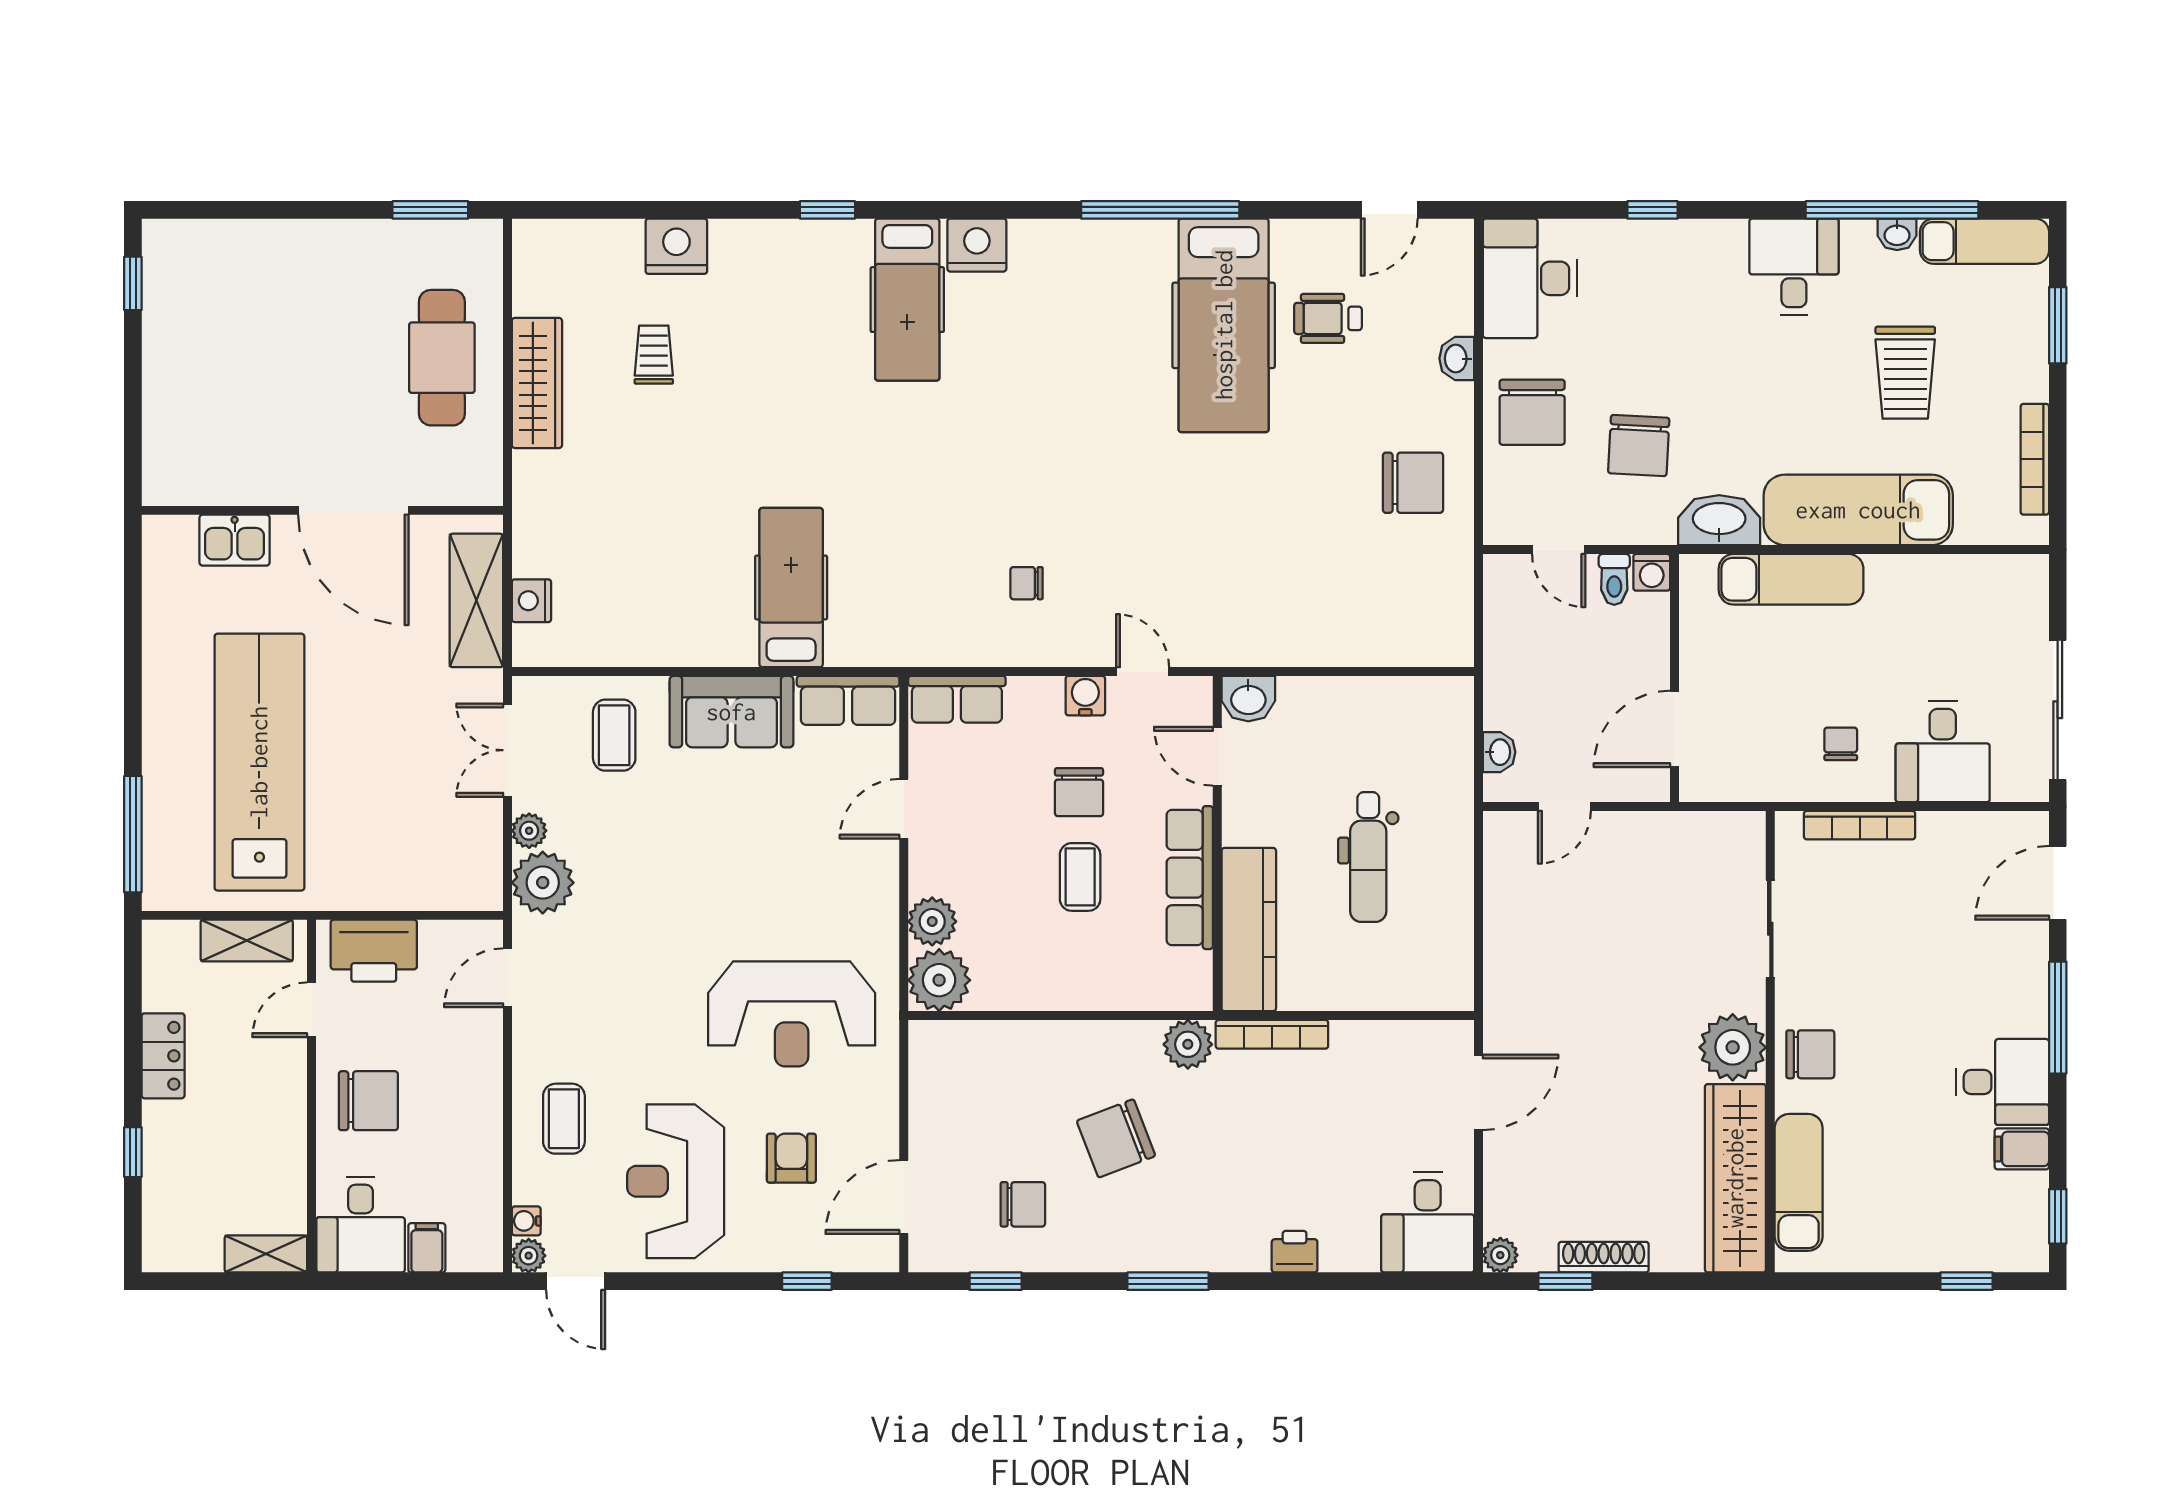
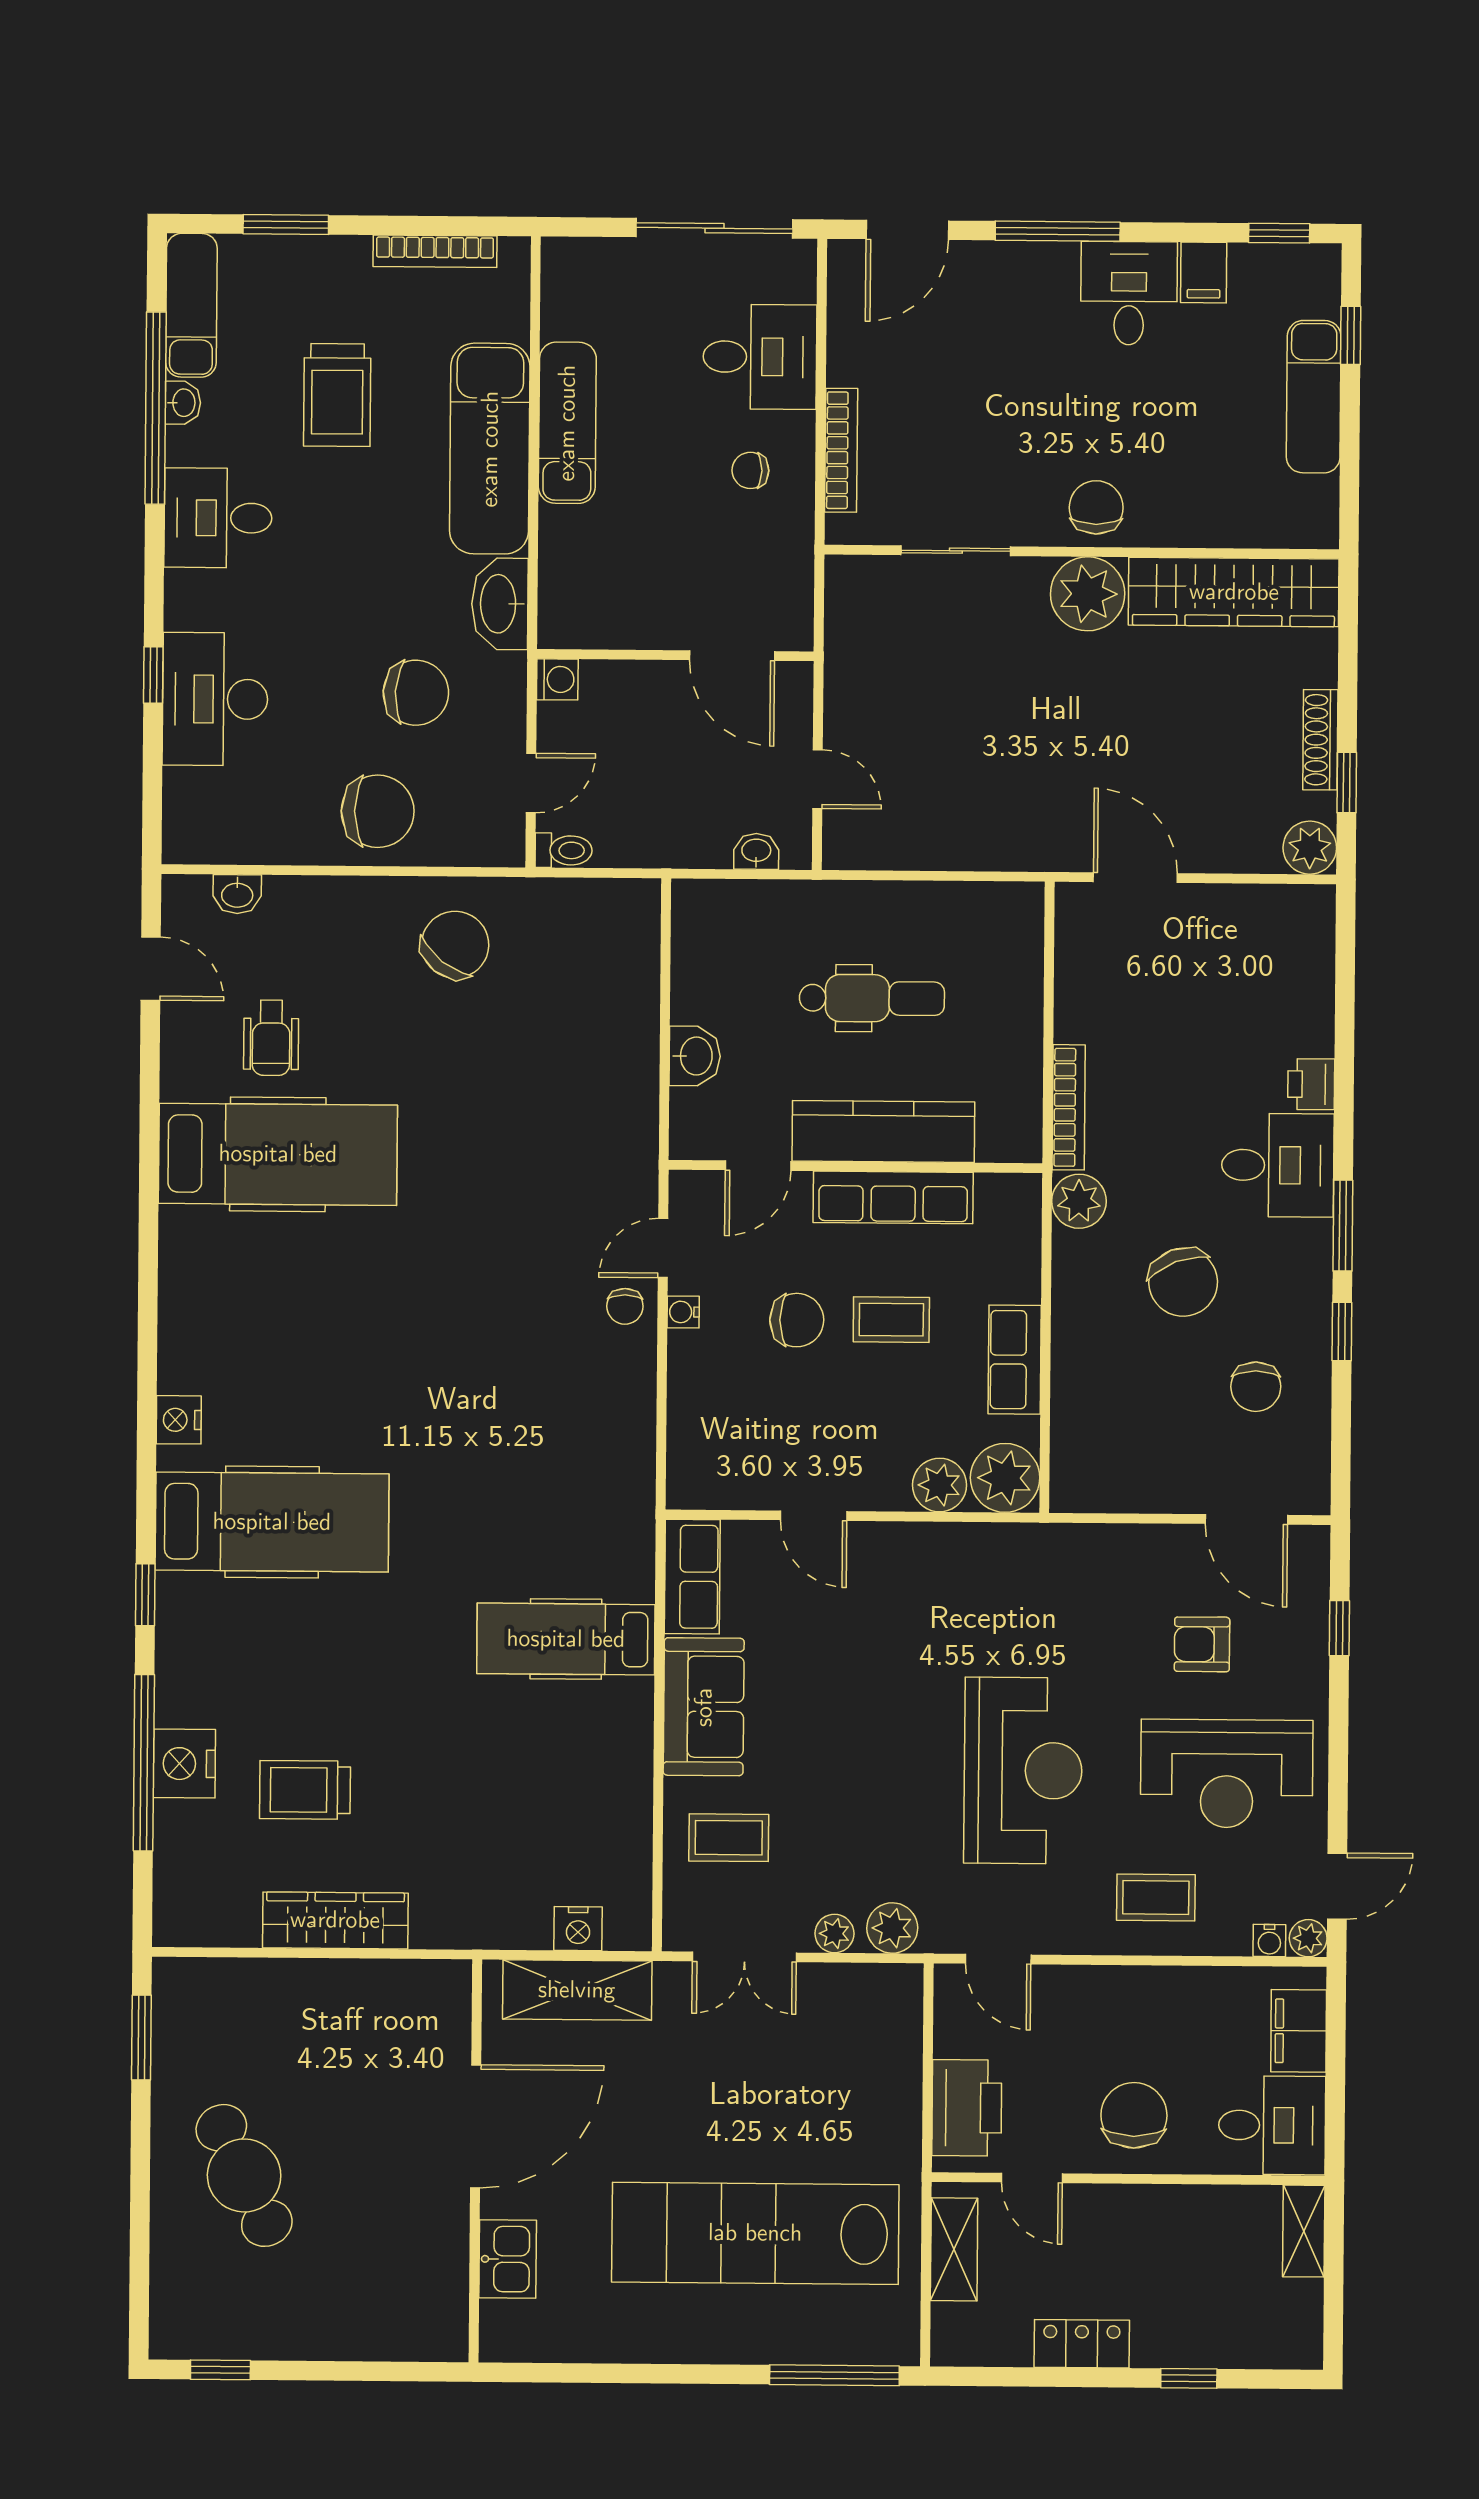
window: (1160, 210) -> (144, 1763), moved
nightstand: (977, 245) -> (179, 1420), width x0.74, depth x0.75
desk: (1530, 278) -> (215, 699), moved, turned 90
hospital bed: (907, 300) -> (272, 1522), width x1.37, depth x1.29
trolley: (654, 355) -> (305, 1790), width x1.36, depth x1.39
cafe table: (442, 358) -> (244, 2175), moved, turned 64
washbasin: (1457, 359) -> (237, 894), moved
trolley: (1905, 373) -> (337, 395), turned 90
chair: (1413, 483) -> (455, 945), turned 38
toilet: (1614, 579) -> (564, 850), moved
exam couch: (1791, 579) -> (567, 423), moved
chair: (1027, 583) -> (625, 1306), moved
water cooler: (1085, 696) -> (683, 1312), width x0.72, depth x0.72
row of seats: (957, 699) -> (1015, 1360), moved, turned 180
washbasin: (1248, 699) -> (695, 1056), moved
plant: (543, 883) -> (892, 1928), width x0.73, depth x0.73
door: (2058, 883) -> (907, 230), hinge flipped
kitchen counter: (1249, 930) -> (883, 1132), moved
reception desk: (792, 1014) -> (1023, 1771), moved
exam couch: (1799, 1182) -> (1314, 397), moved, turned -90
chair: (1023, 1204) -> (1256, 1387), turned 180
desk: (1428, 1222) -> (1278, 1165), moved
filing cabinet: (427, 1248) -> (1299, 2031), width x2.00
plant: (1500, 1255) -> (1310, 848), width x1.38, depth x1.38
window: (996, 1281) -> (1342, 1331), moved

